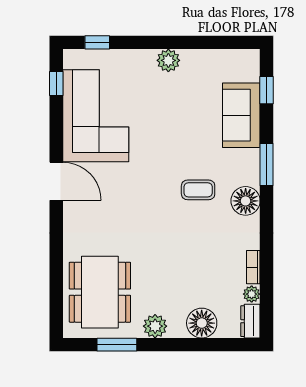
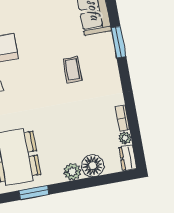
coffee table: (198, 190) -> (72, 70), turned 90
floor lamp: (246, 201) -> (108, 71), removed
plant: (155, 326) -> (72, 172), moved

